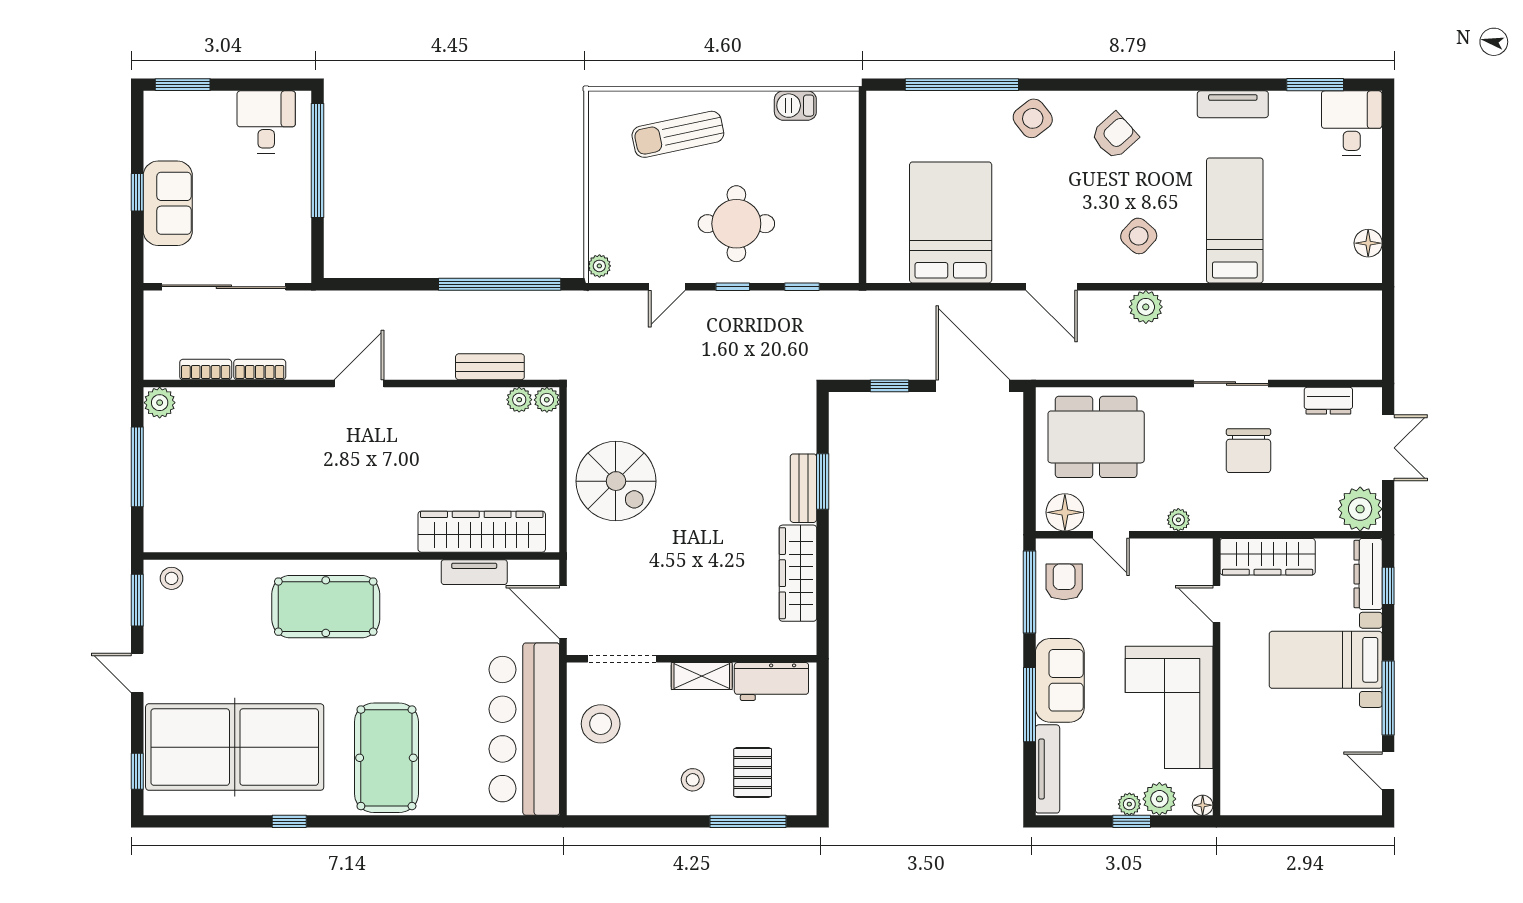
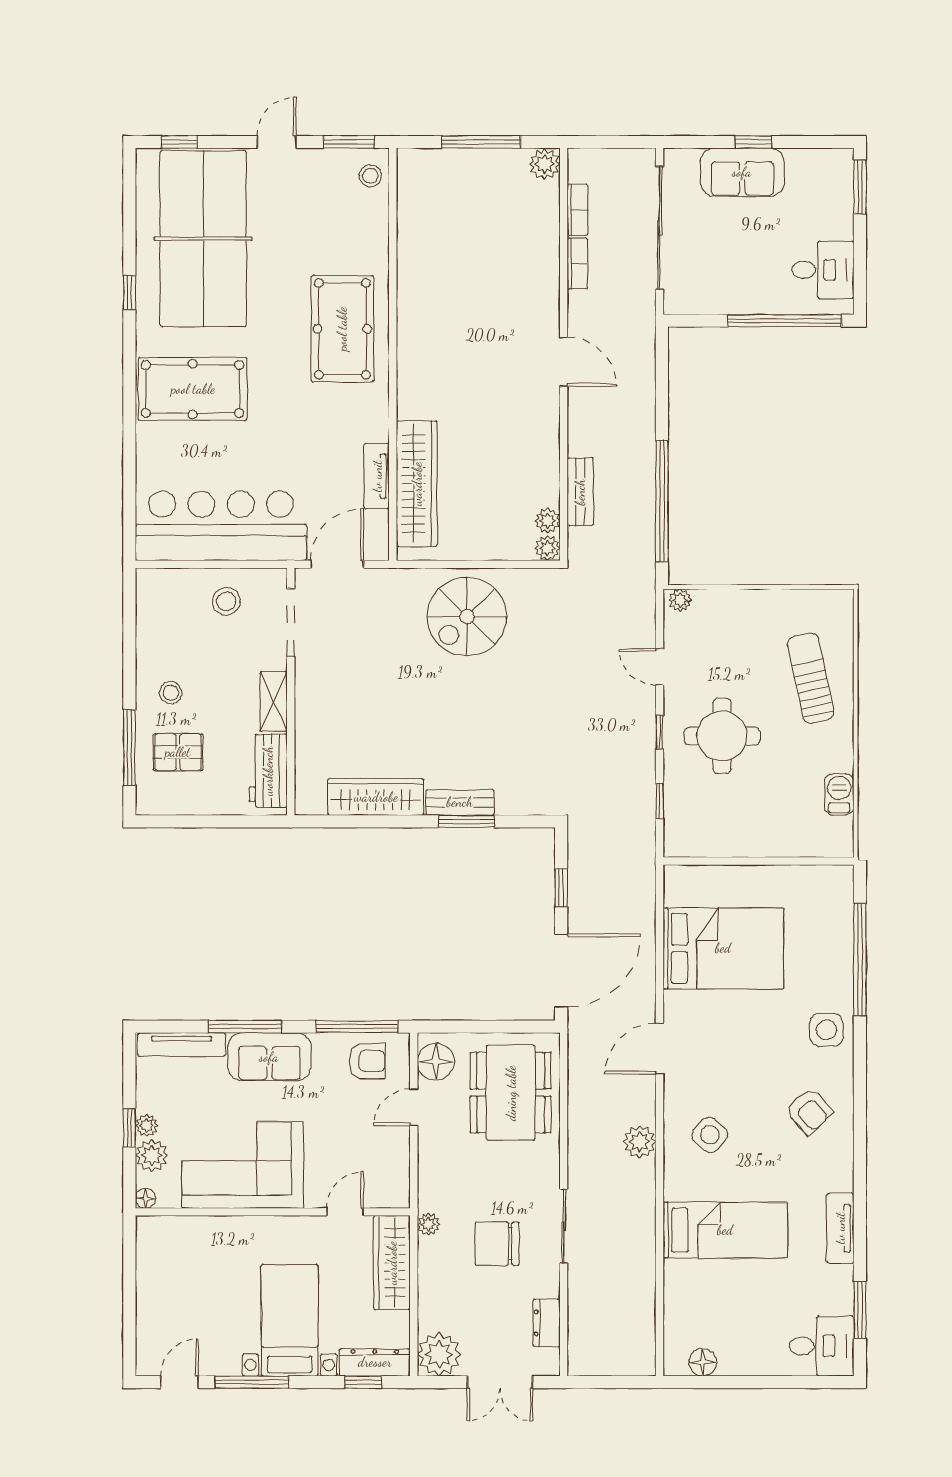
side table: (1033, 118) -> (826, 1030), turned 38
plant: (1178, 520) -> (428, 1224), moved
stool: (601, 724) -> (226, 601), width x0.73, depth x0.73

